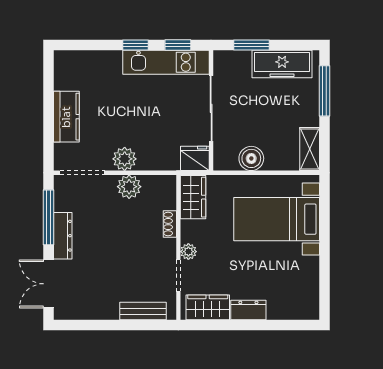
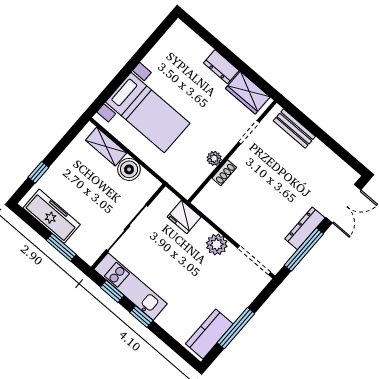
window: (325, 91) -> (38, 172), width x0.46
window: (49, 103) -> (236, 328), added
kitchen counter: (66, 117) -> (209, 334), moved
shelving: (310, 149) -> (106, 147), moved, turned 90
fridge: (195, 158) -> (184, 217), moved
plant: (129, 187) -> (230, 223), removed
wardrobe: (193, 197) -> (192, 177), removed
plant: (188, 252) -> (214, 158), moved

